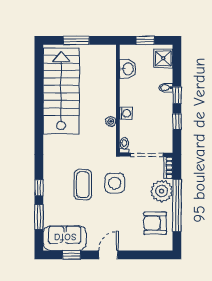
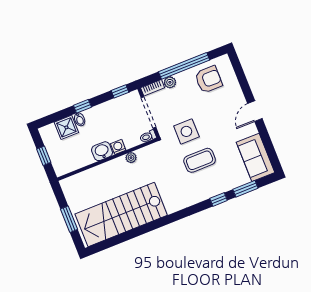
shower: (163, 58) -> (66, 127), moved
washbasin: (128, 69) -> (102, 151), moved
window: (177, 122) -> (120, 91), moved
plant: (162, 191) -> (170, 82), width x0.53, depth x0.53
armchair: (155, 223) -> (209, 79), turned -90
window: (71, 255) -> (268, 145), removed
door: (108, 255) -> (255, 111), hinge flipped

